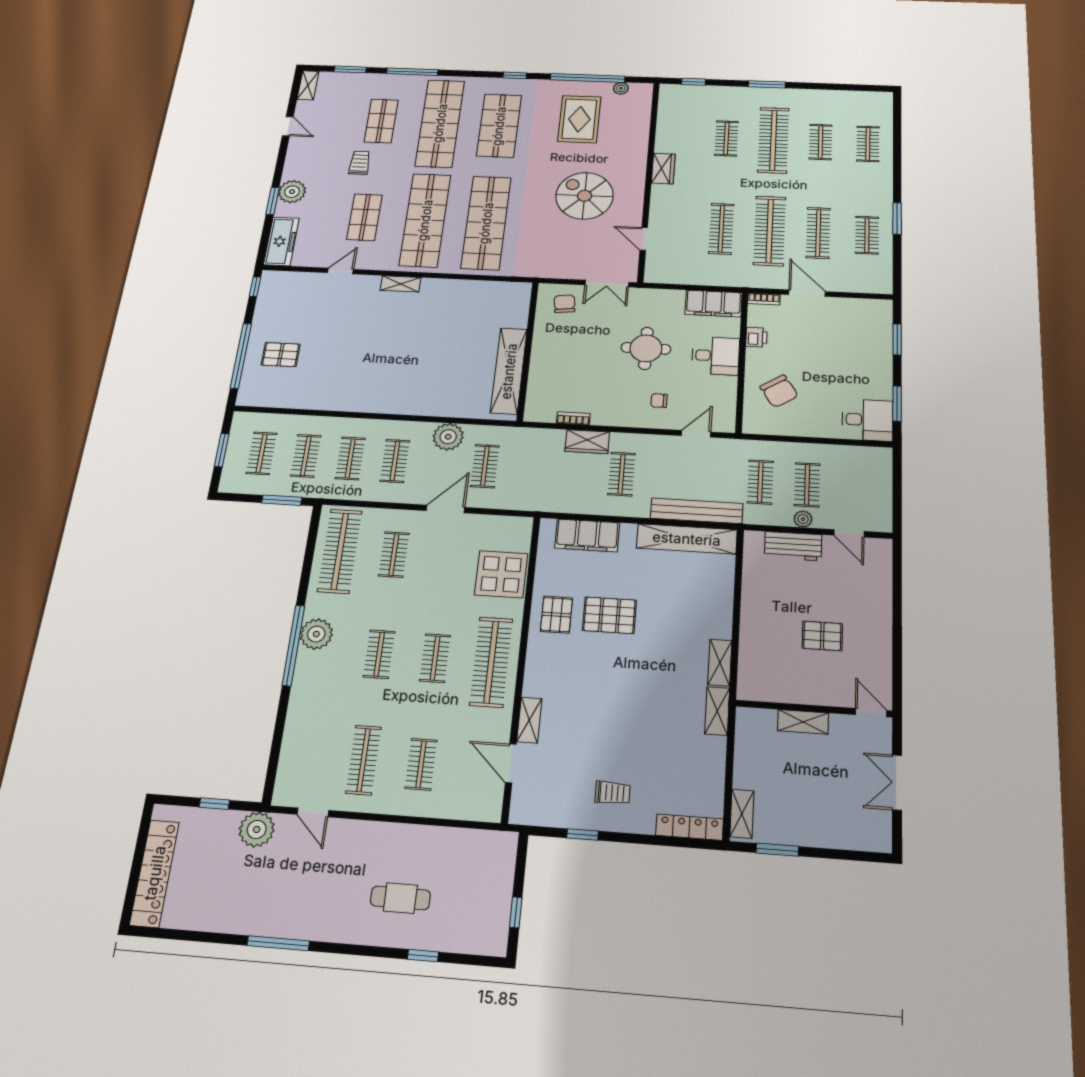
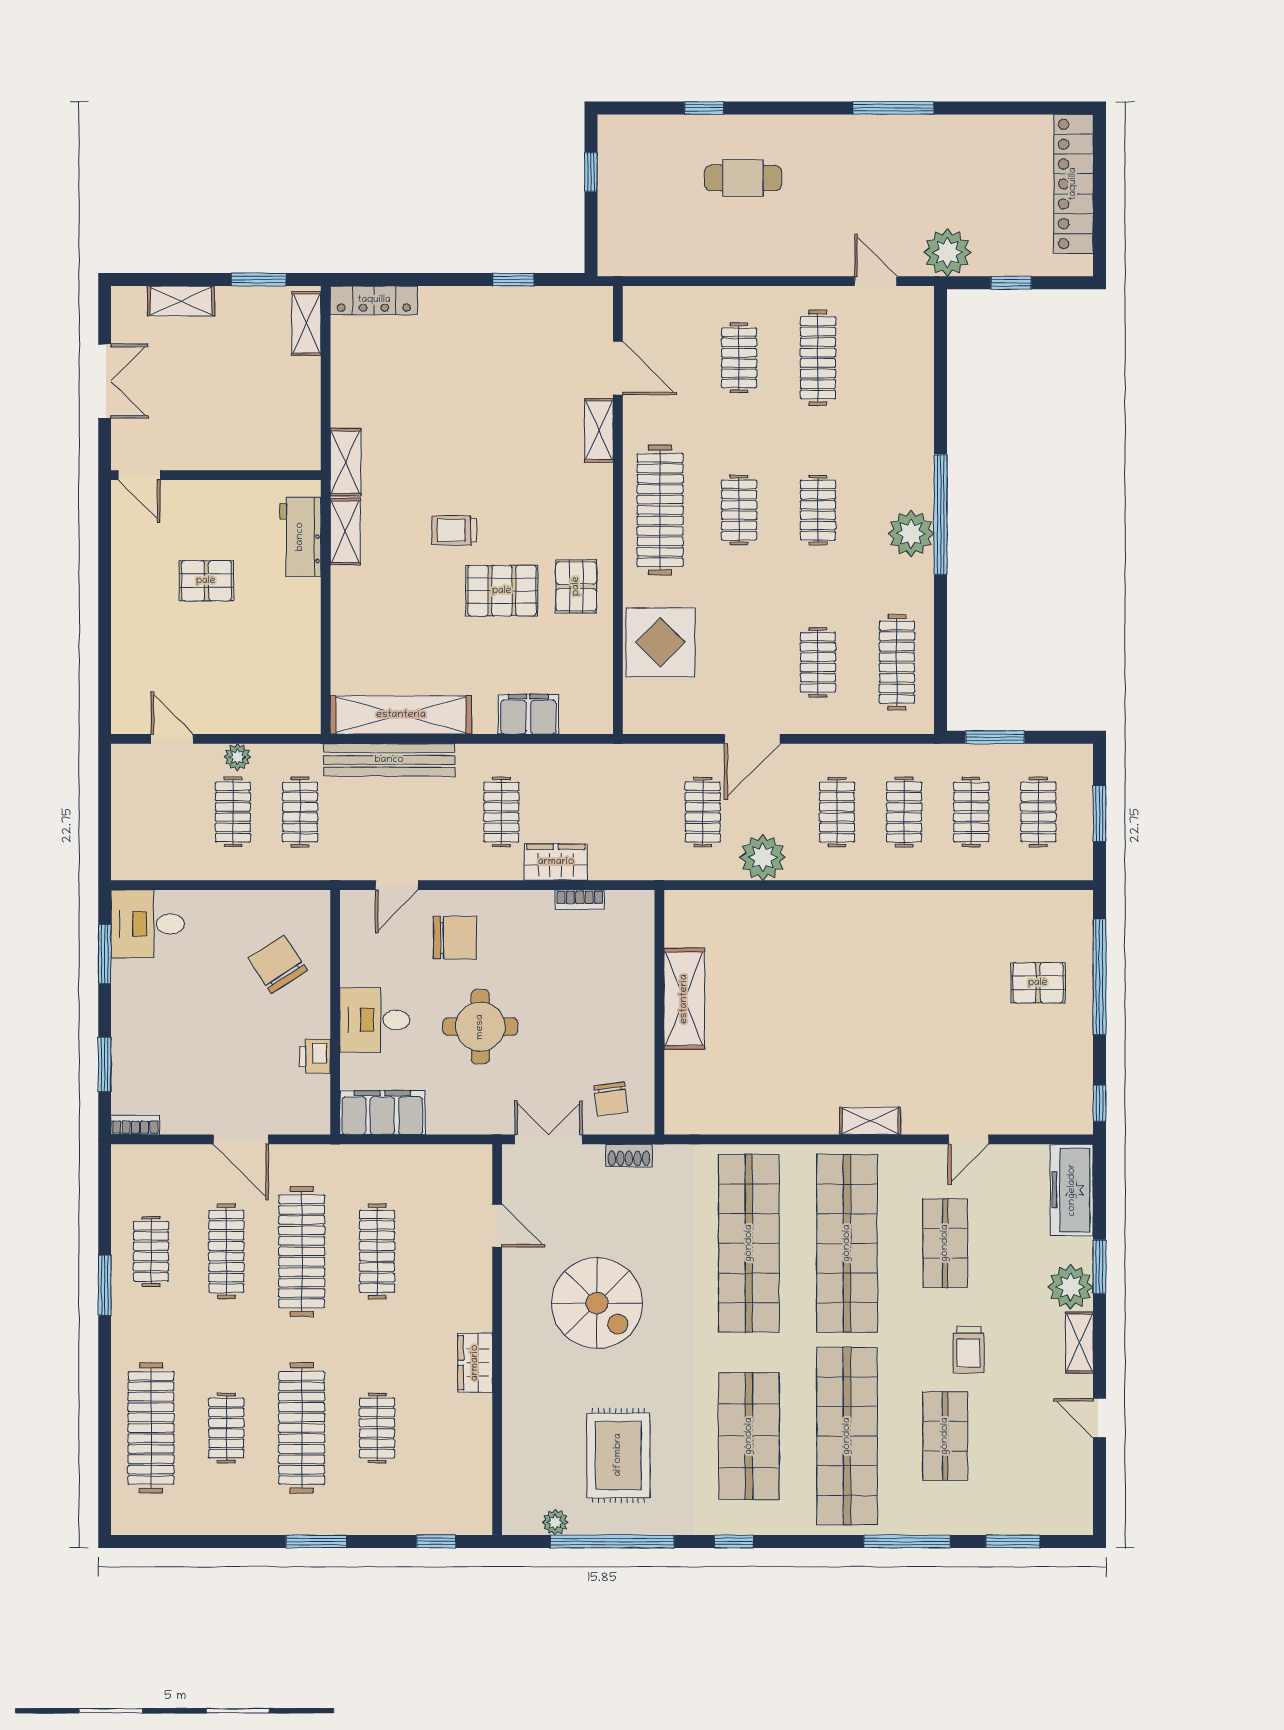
shelving: (308, 85) -> (1079, 1343), moved
clothes rail: (868, 144) -> (151, 1428), width x1.86, depth x1.31
shoe rack: (556, 272) -> (629, 1155), added
bookcase: (764, 299) -> (135, 1125), moved
shelving: (509, 371) -> (684, 999), width x0.68
chair: (659, 401) -> (455, 938), width x1.87, depth x1.87
filing cabinet: (587, 535) -> (528, 714), width x0.67, depth x0.86
workbench: (793, 546) -> (300, 537), moved, turned -90
clothes rail: (340, 551) -> (897, 662), width x0.73, depth x0.76
shelving: (803, 722) -> (181, 301), moved
trolley: (613, 793) -> (454, 530), moved

